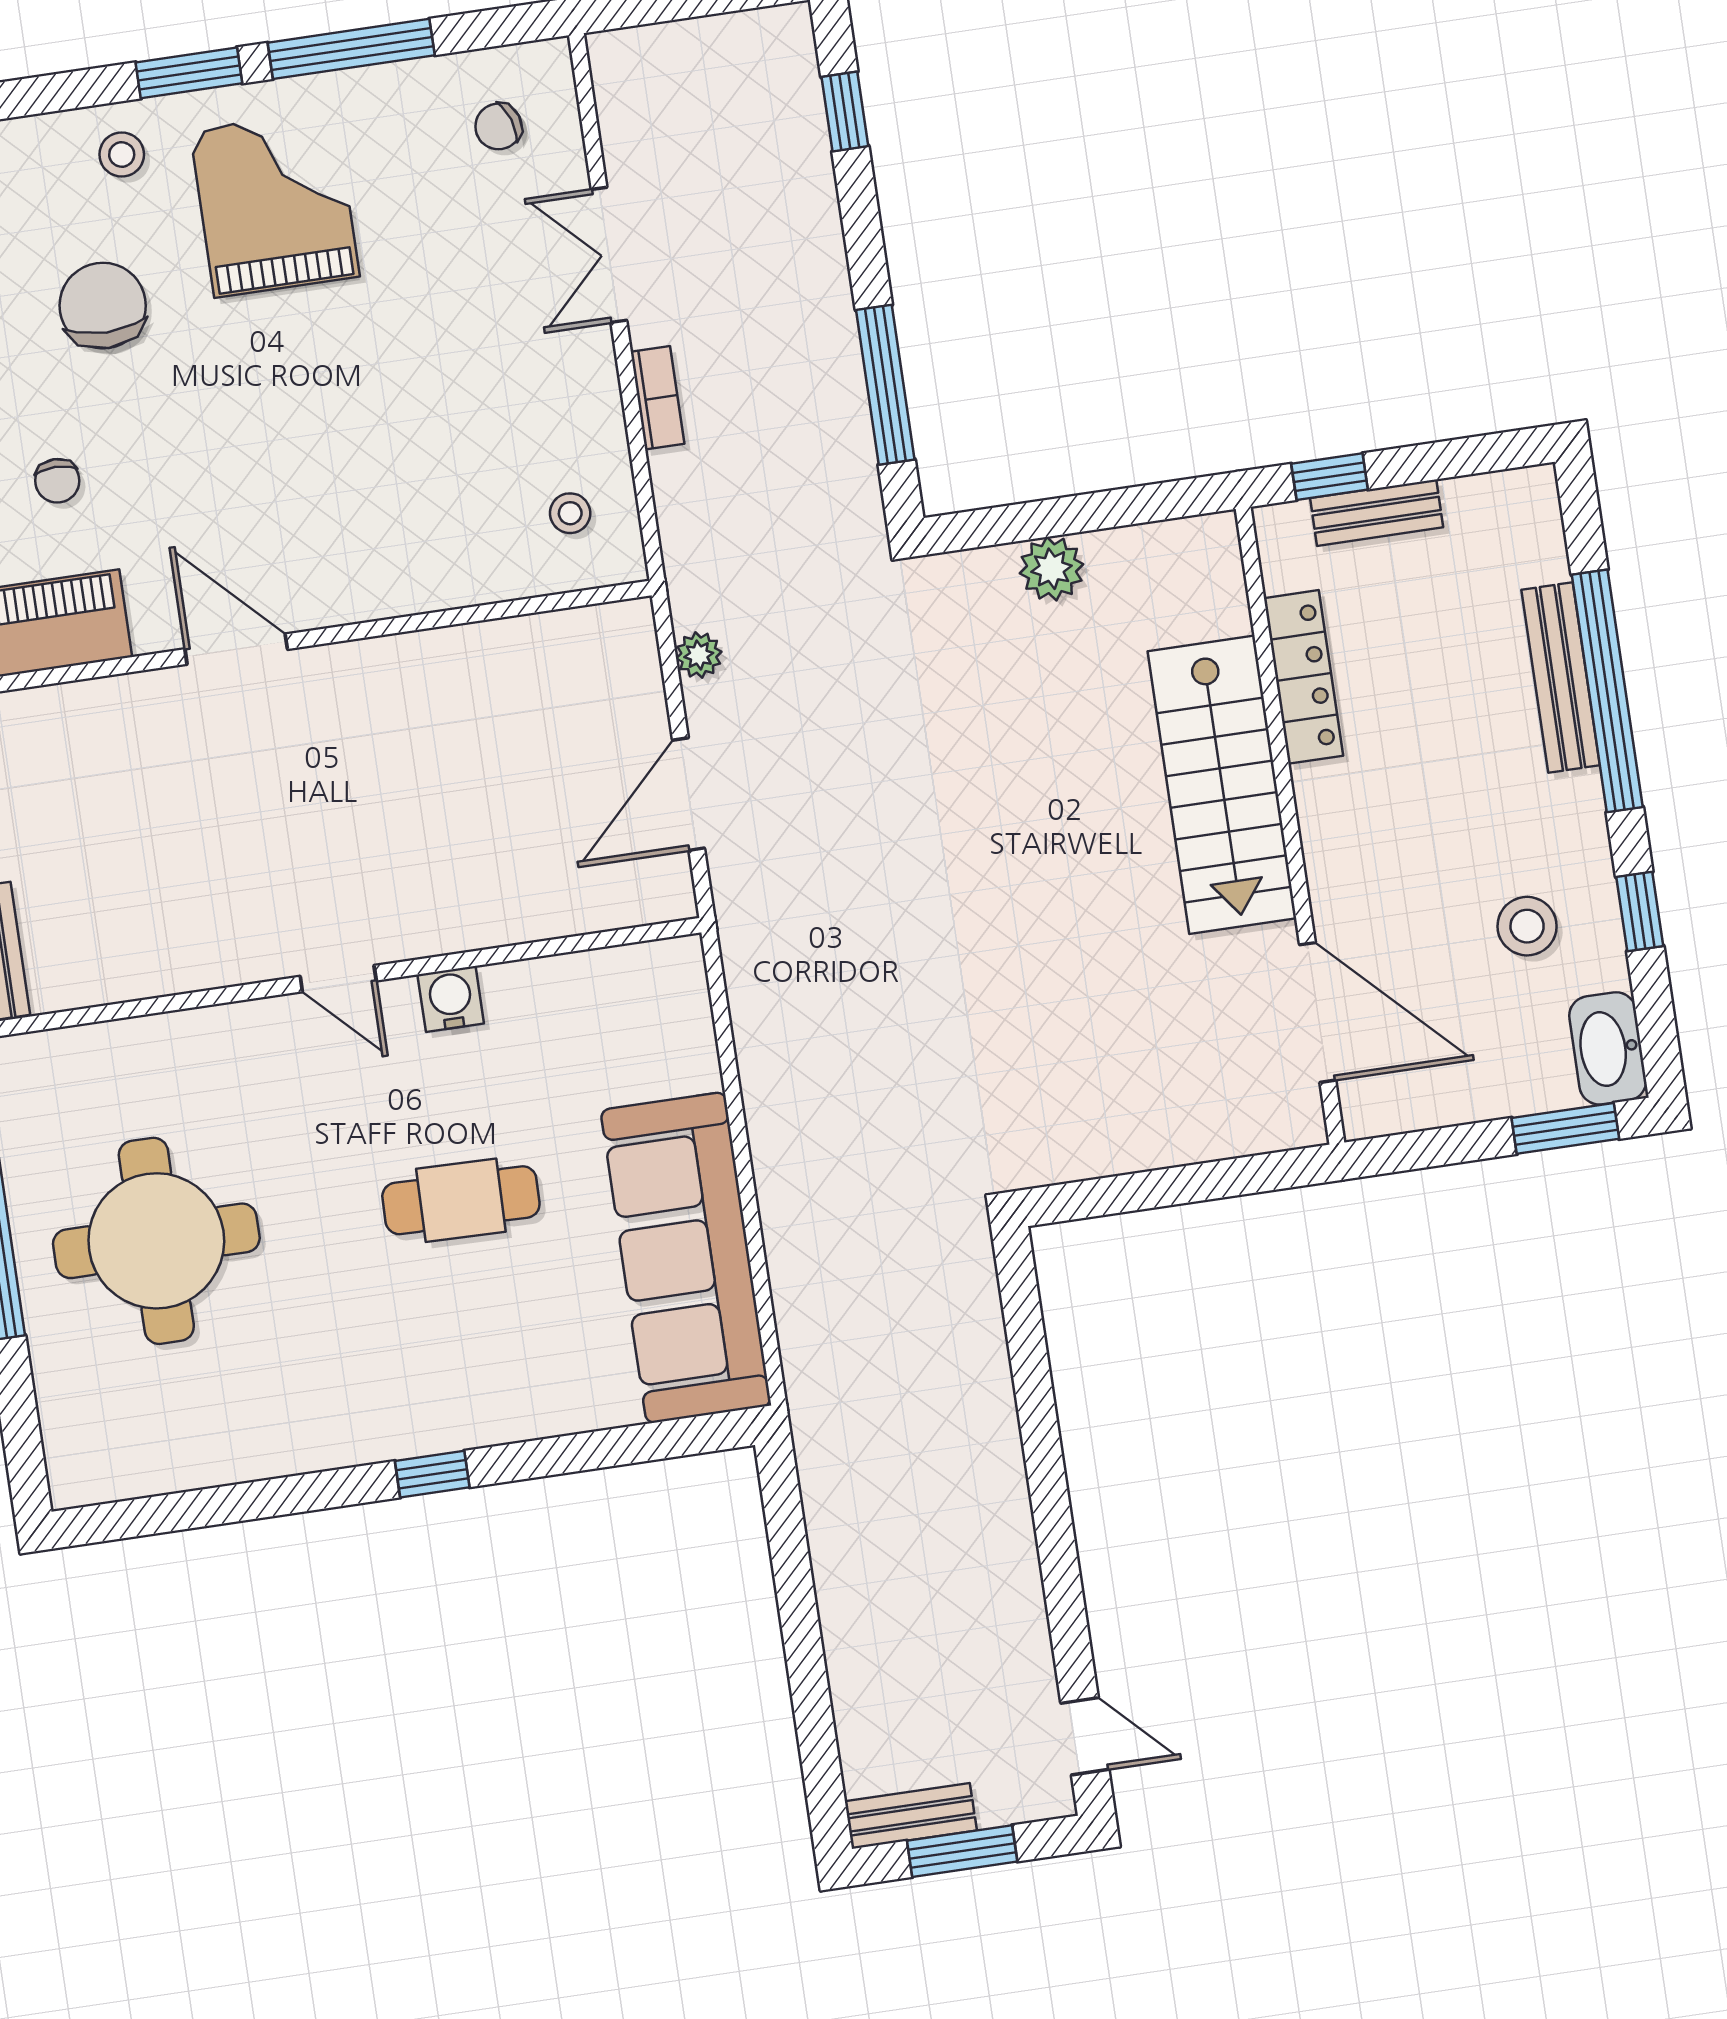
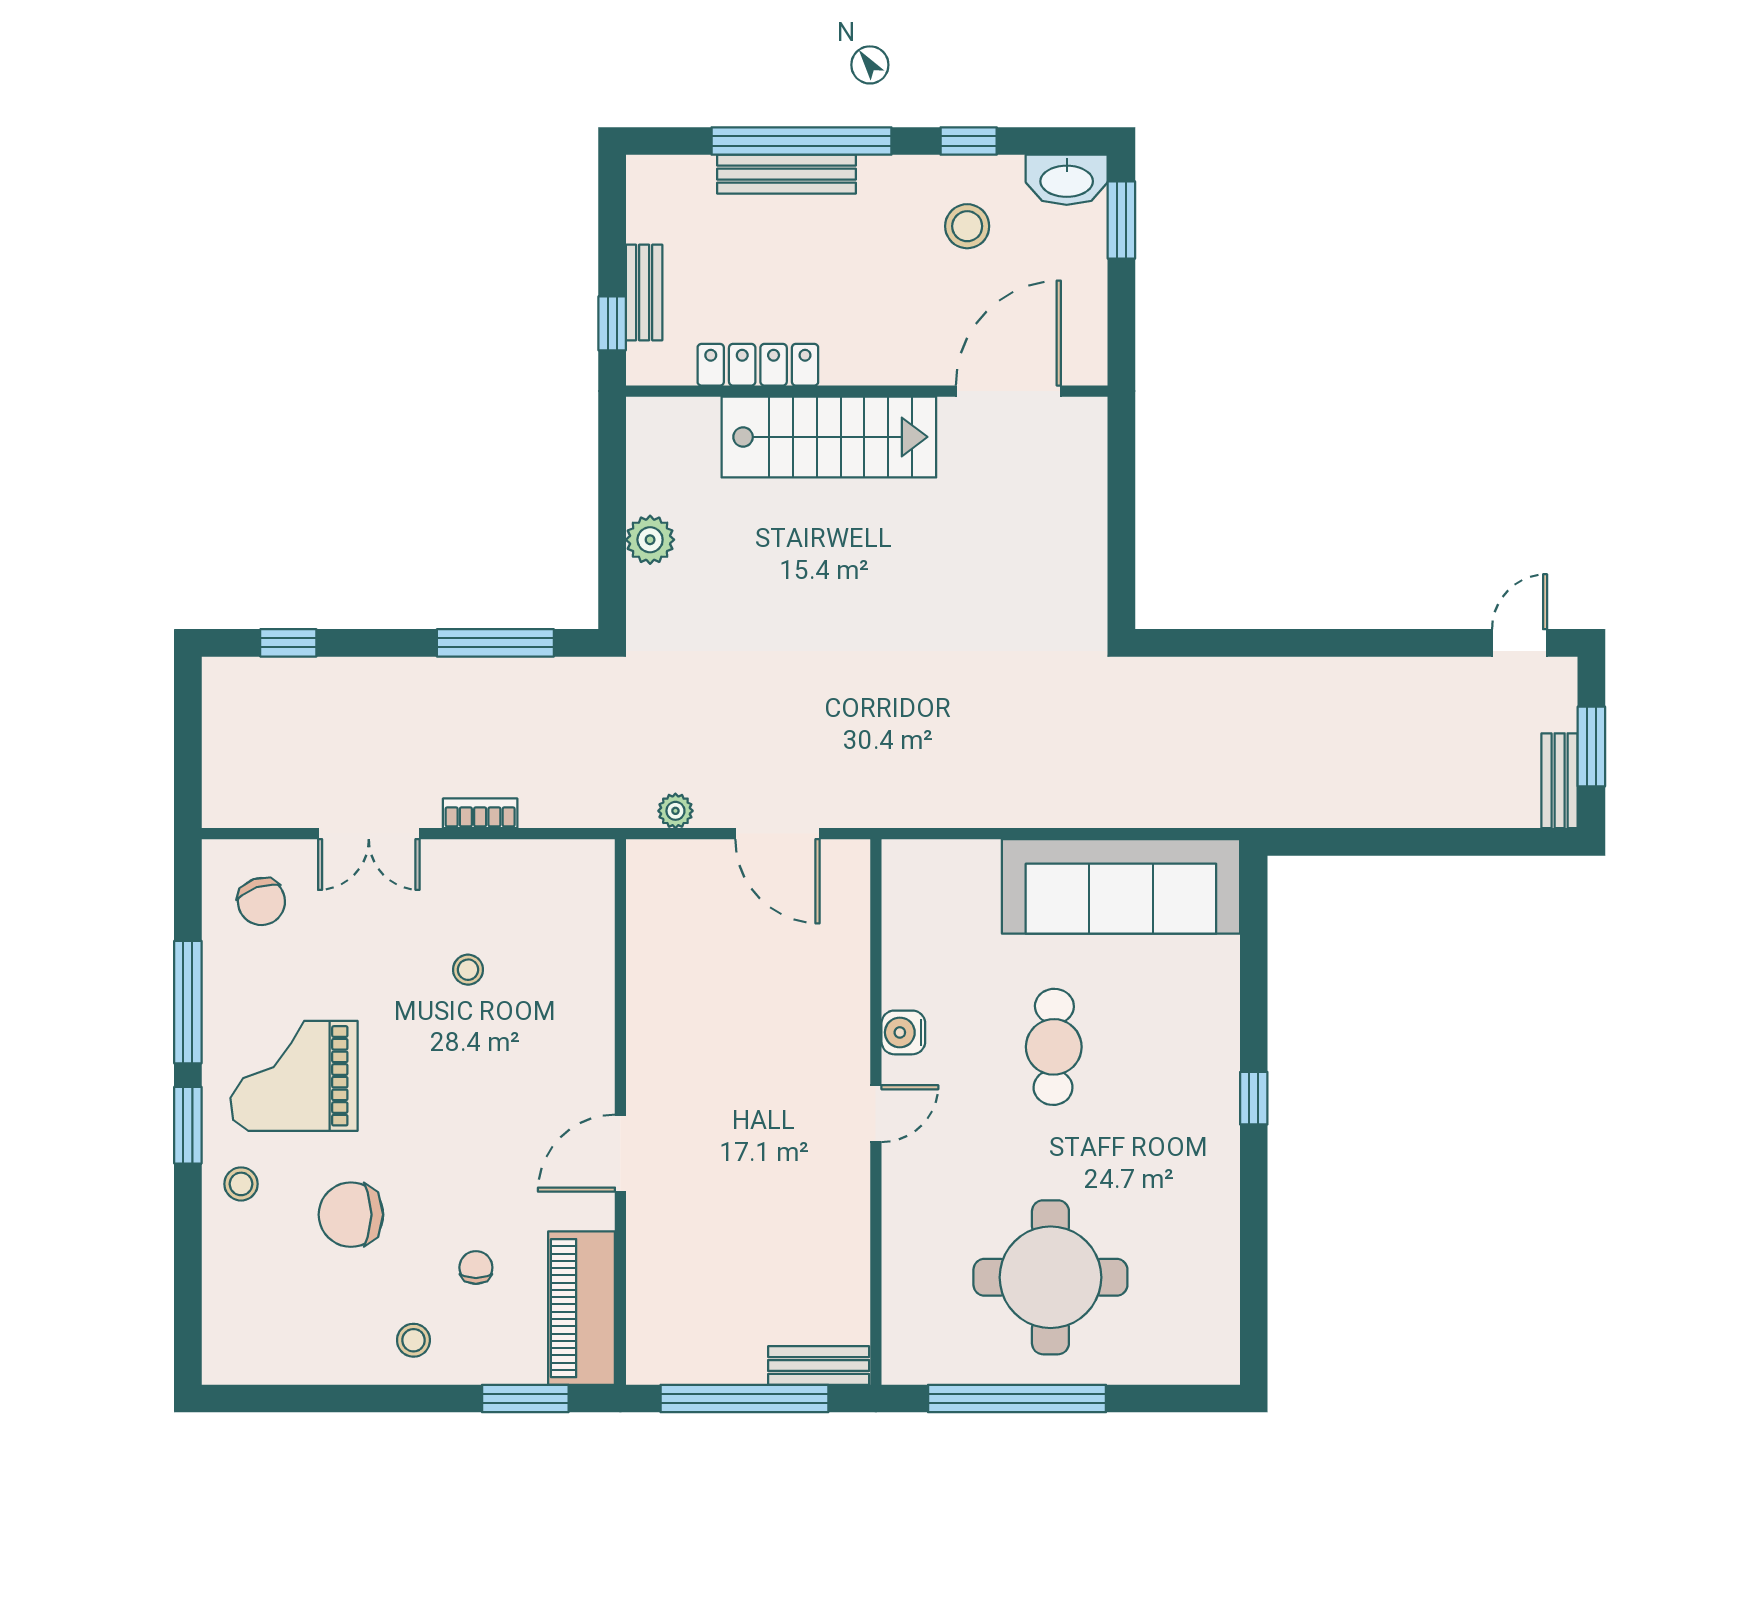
chair: (498, 126) -> (261, 901), width x1.37, depth x1.37
chair: (57, 481) -> (476, 1267), turned -90
stool: (570, 513) -> (468, 970), moved

